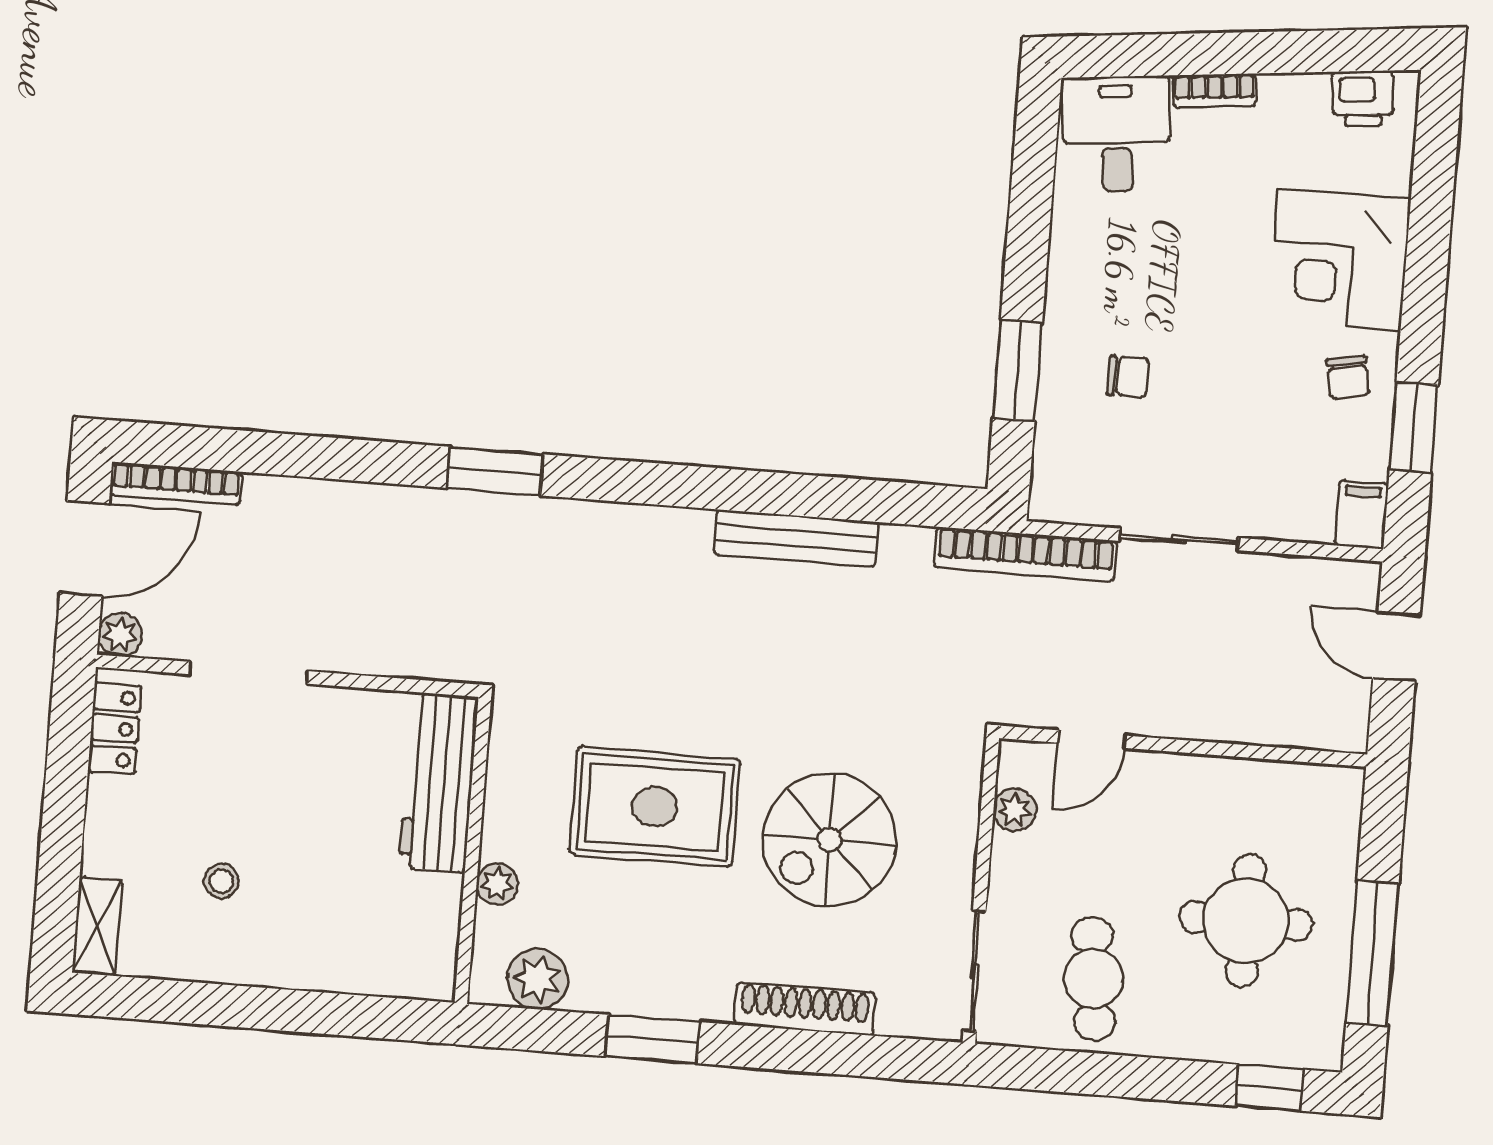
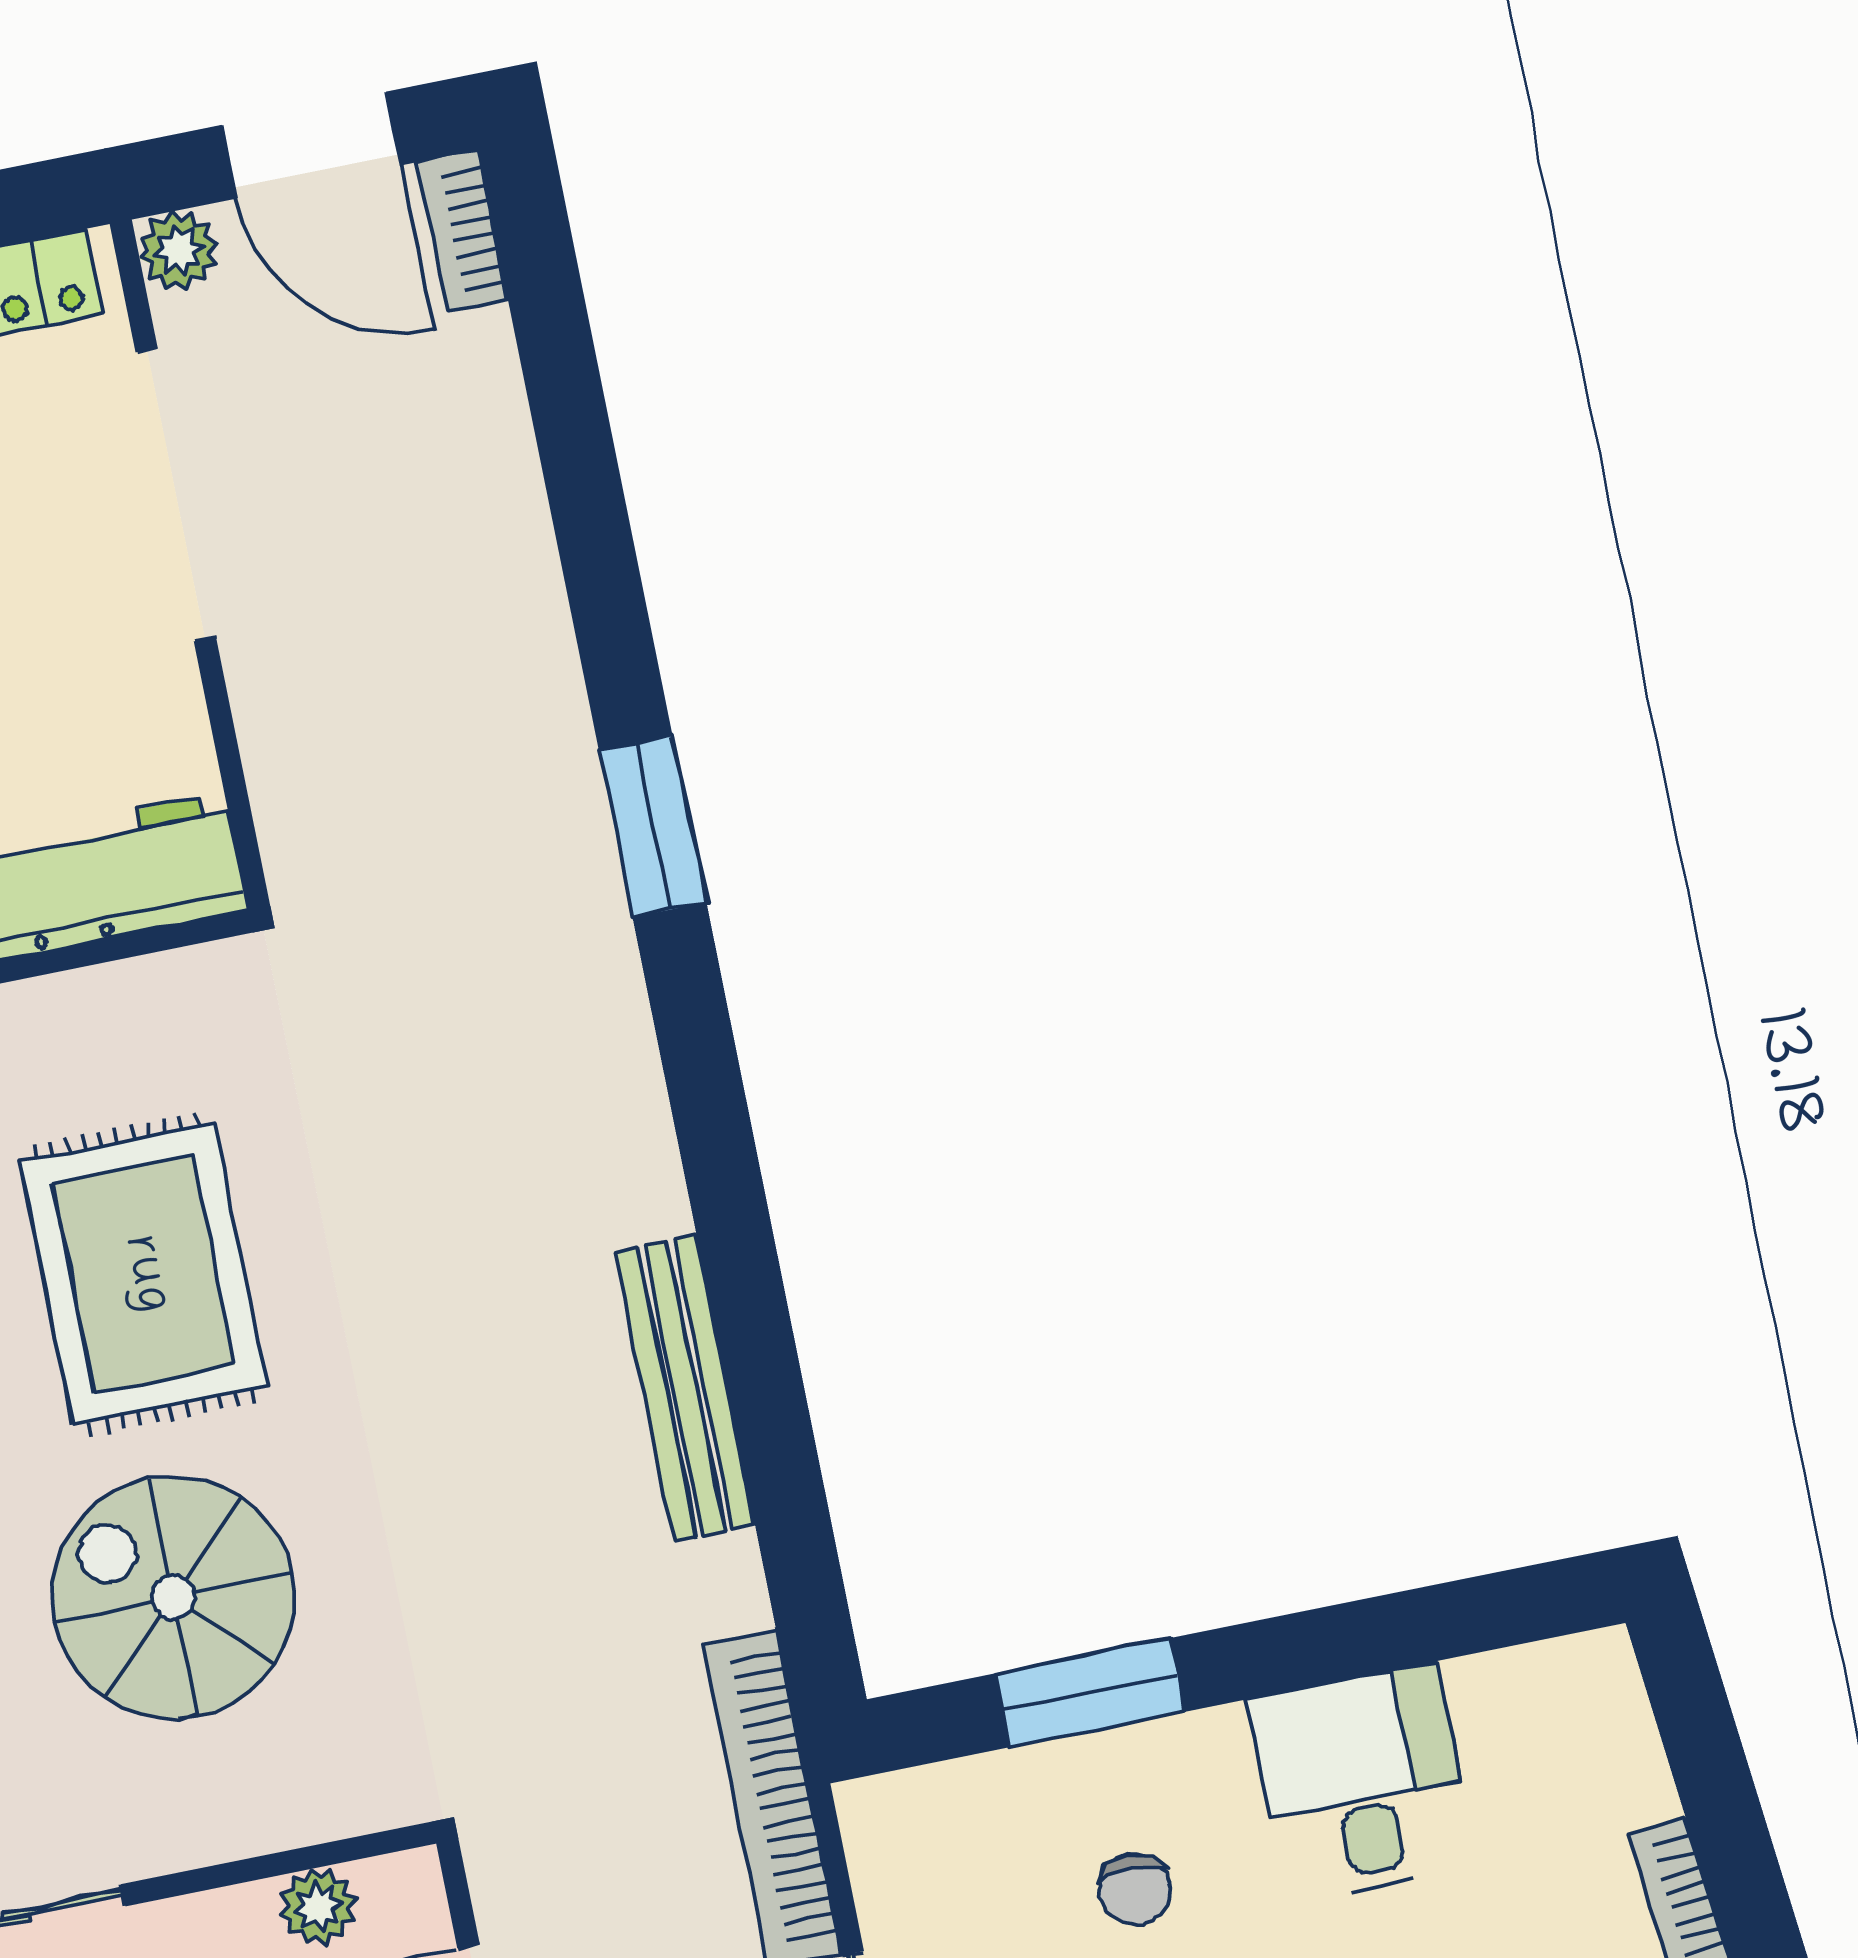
desk: (1117, 134) -> (1362, 1783), moved, turned -84
bookcase: (176, 484) -> (463, 231), width x0.64
doorway: (248, 673) -> (176, 495), width x1.36

